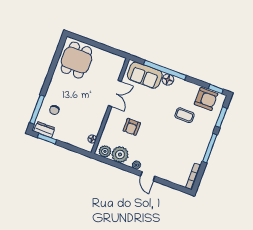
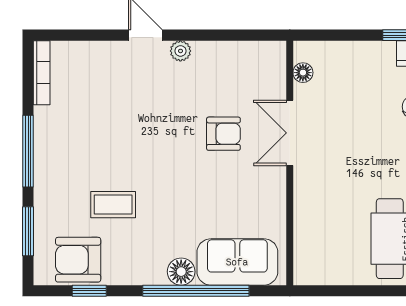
window: (216, 89) -> (89, 291), moved
double door: (115, 93) -> (290, 133), moved
armchair: (132, 127) -> (223, 134), turned 90
plant: (105, 151) -> (263, 55), removed
plant: (120, 155) -> (227, 61), removed

